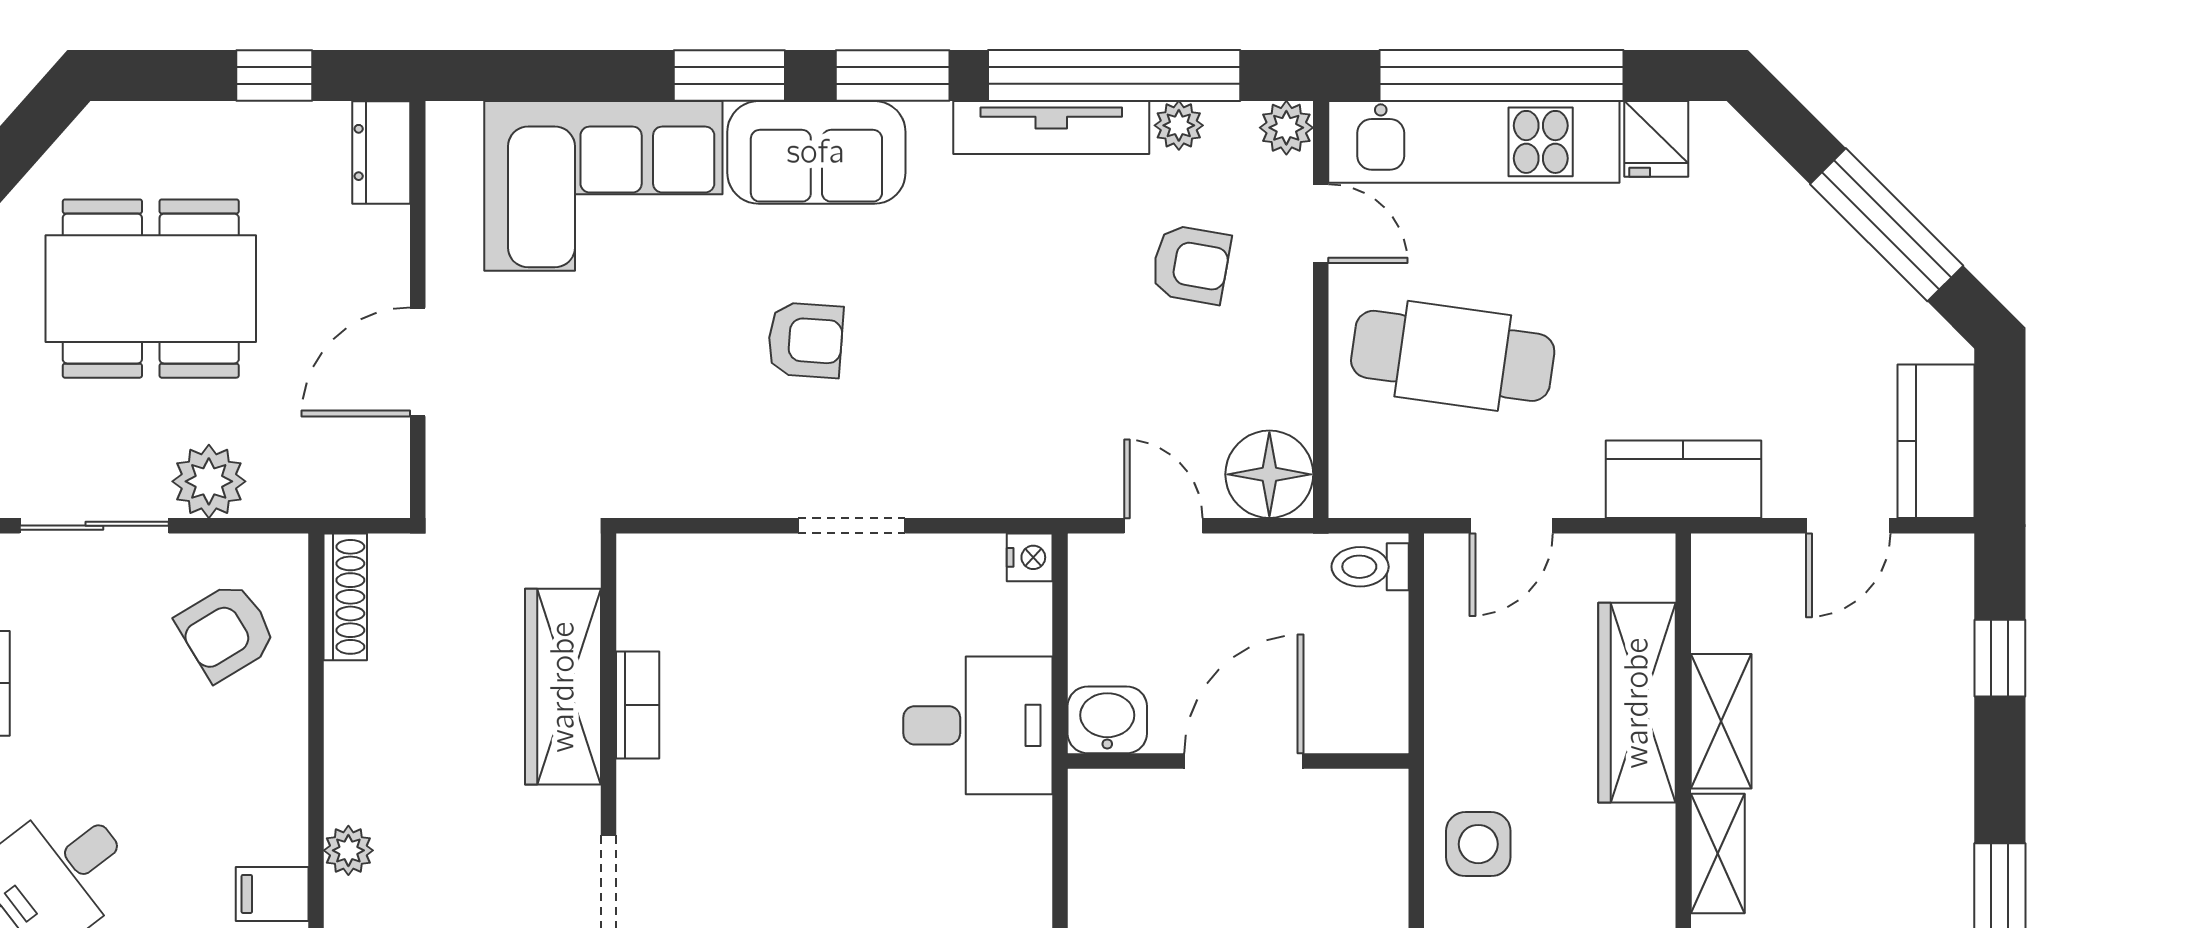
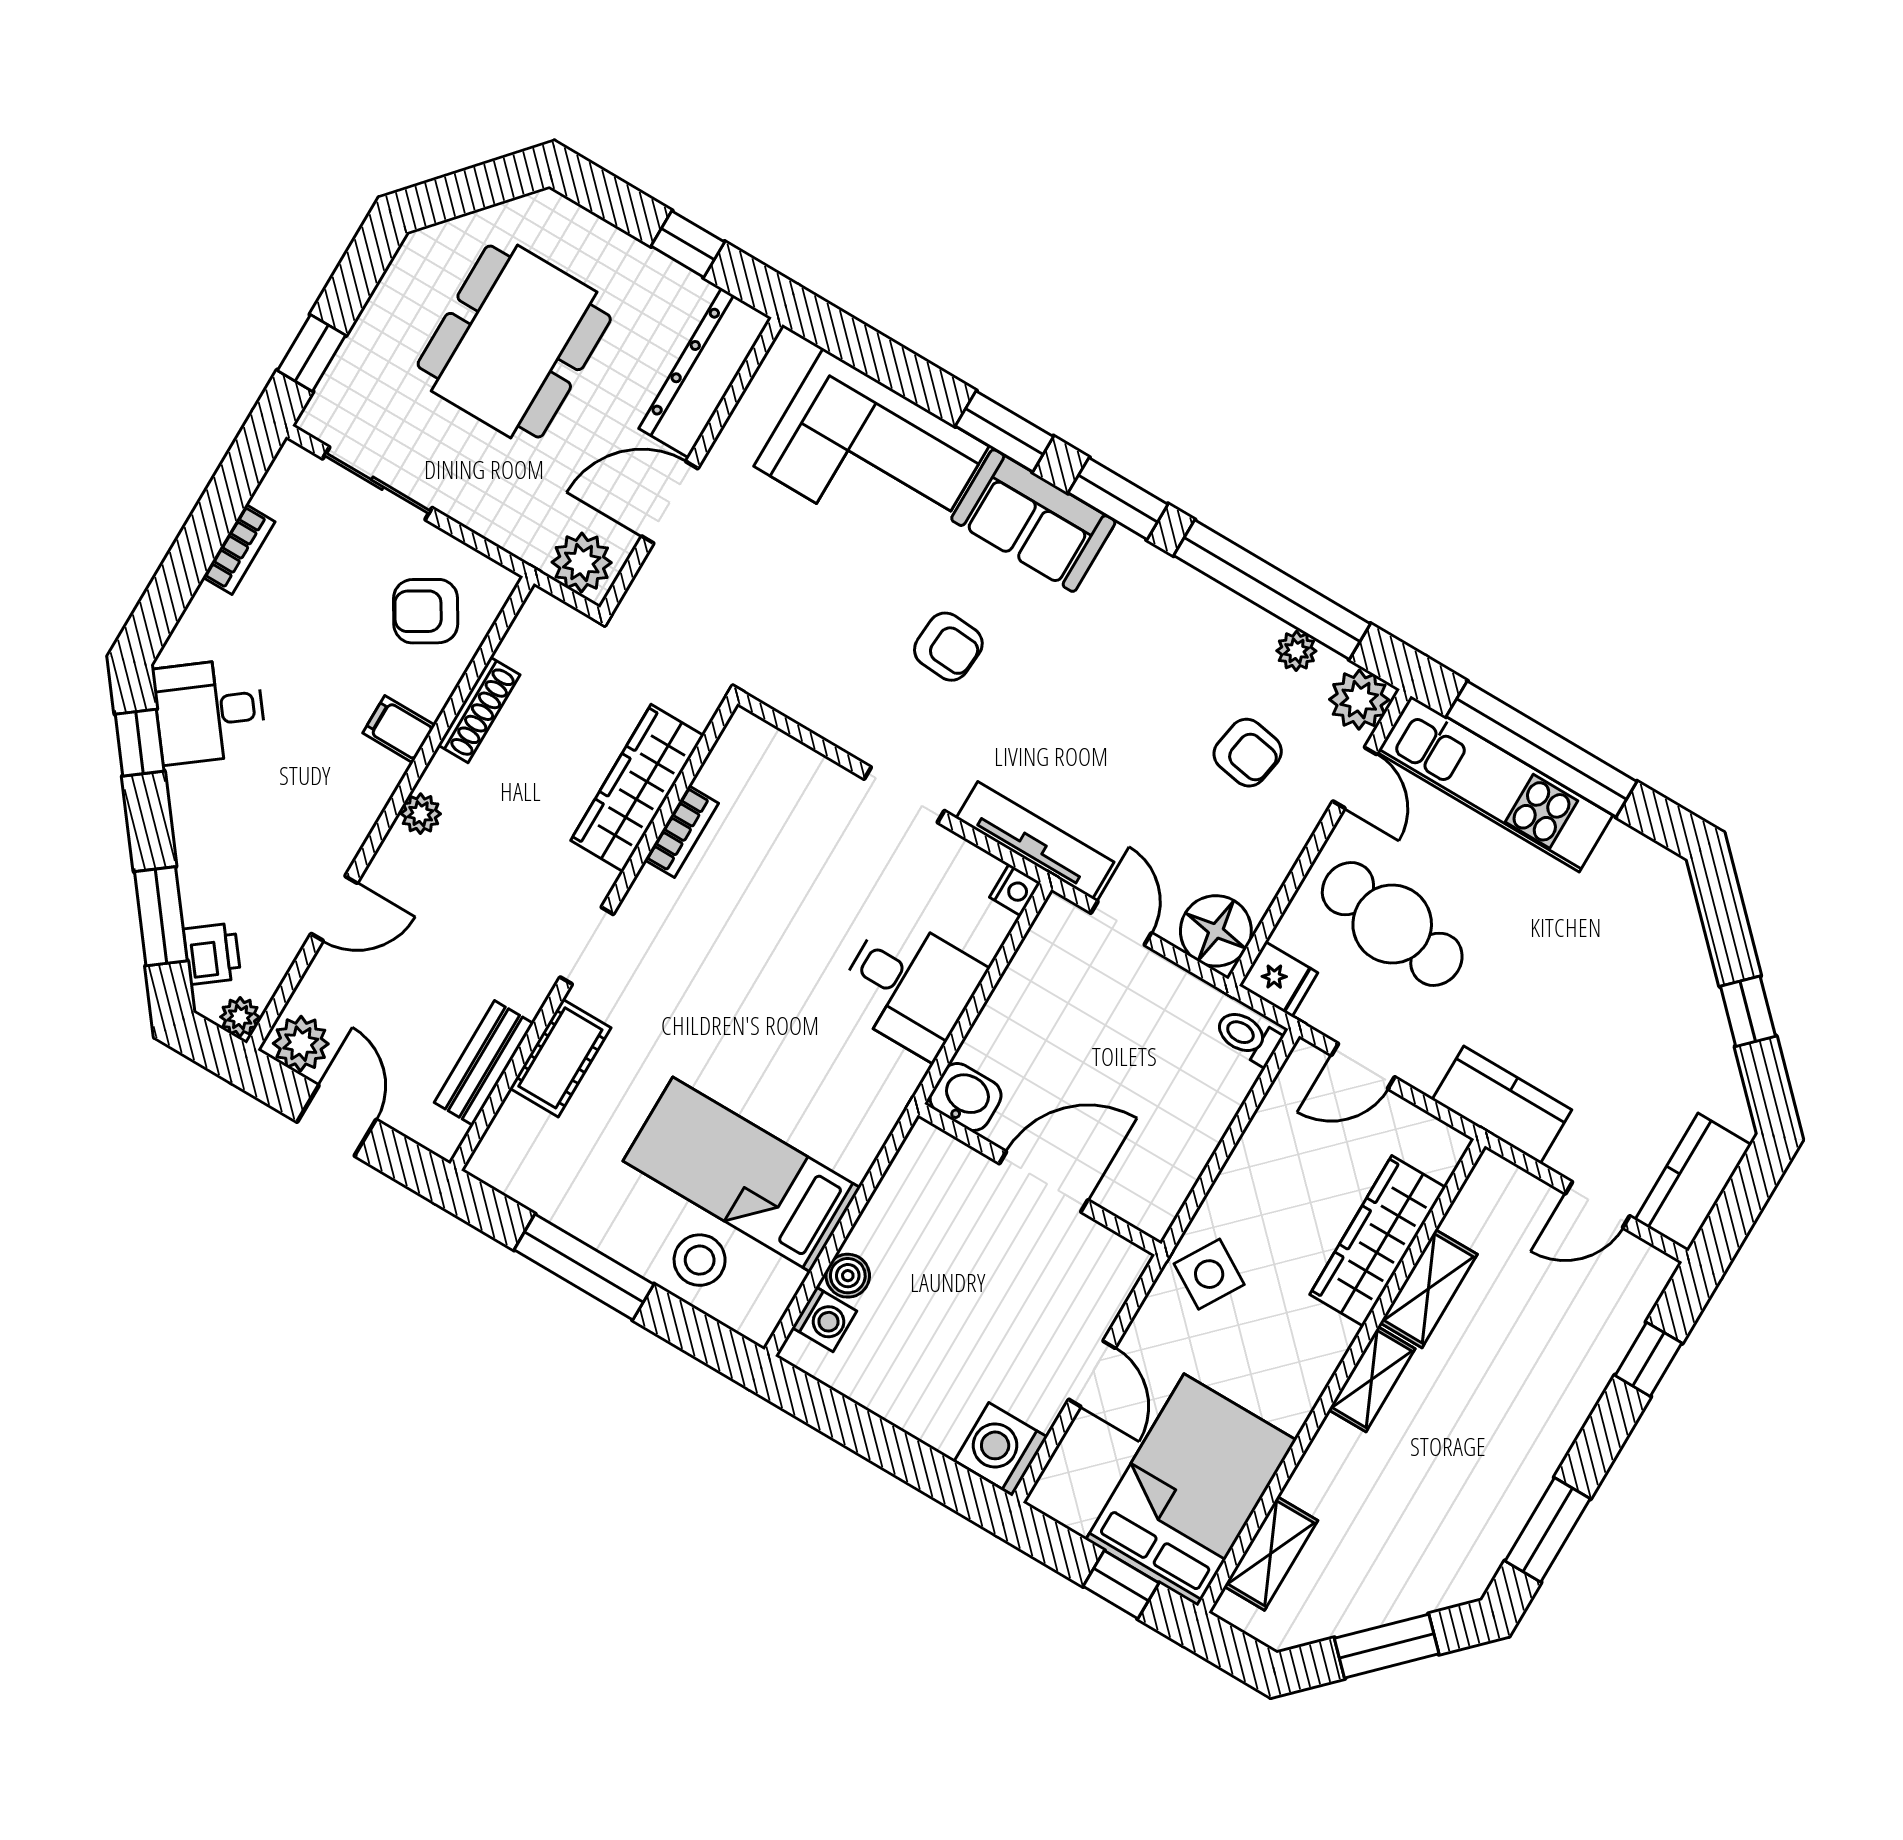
tv unit: (1051, 127) -> (1035, 840), moved, turned 180
plant: (1286, 128) -> (1359, 700), width x1.38, depth x1.38
fridge: (1656, 139) -> (1278, 979), moved, turned -90
dresser: (381, 152) -> (705, 373), width x1.96, depth x1.24
window: (1887, 225) -> (1748, 1011), width x0.46
dining table: (151, 289) -> (514, 342), turned 90
plant: (209, 481) -> (582, 562), moved
shoe rack: (345, 597) -> (479, 710), moved
washbasin: (1107, 720) -> (966, 1097), moved
wall: (1238, 761) -> (1040, 1179), moved
door: (1244, 761) -> (1044, 1182), moved
side table: (1478, 844) -> (1209, 1274), turned 31
filing cabinet: (272, 894) -> (399, 729), moved

